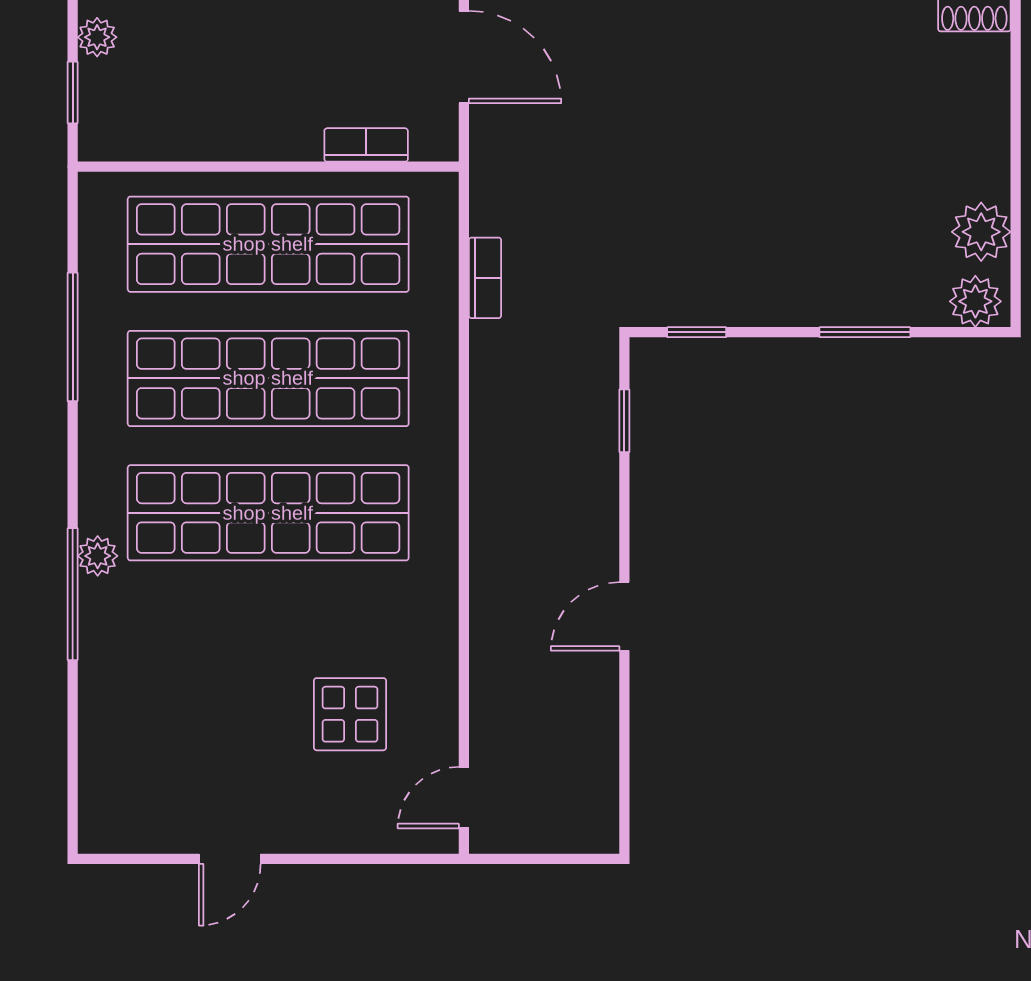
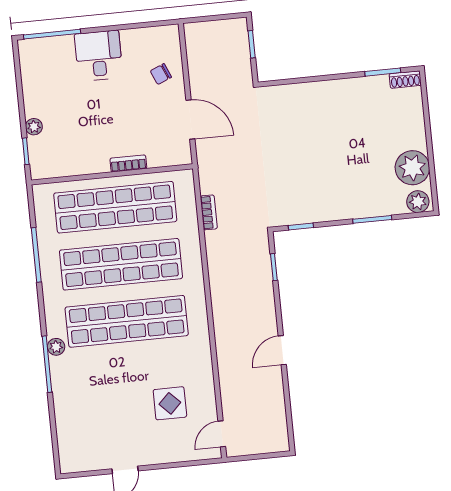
bookcase: (366, 145) -> (128, 163), moved
plant: (981, 232) -> (412, 168), width x1.36, depth x1.36

